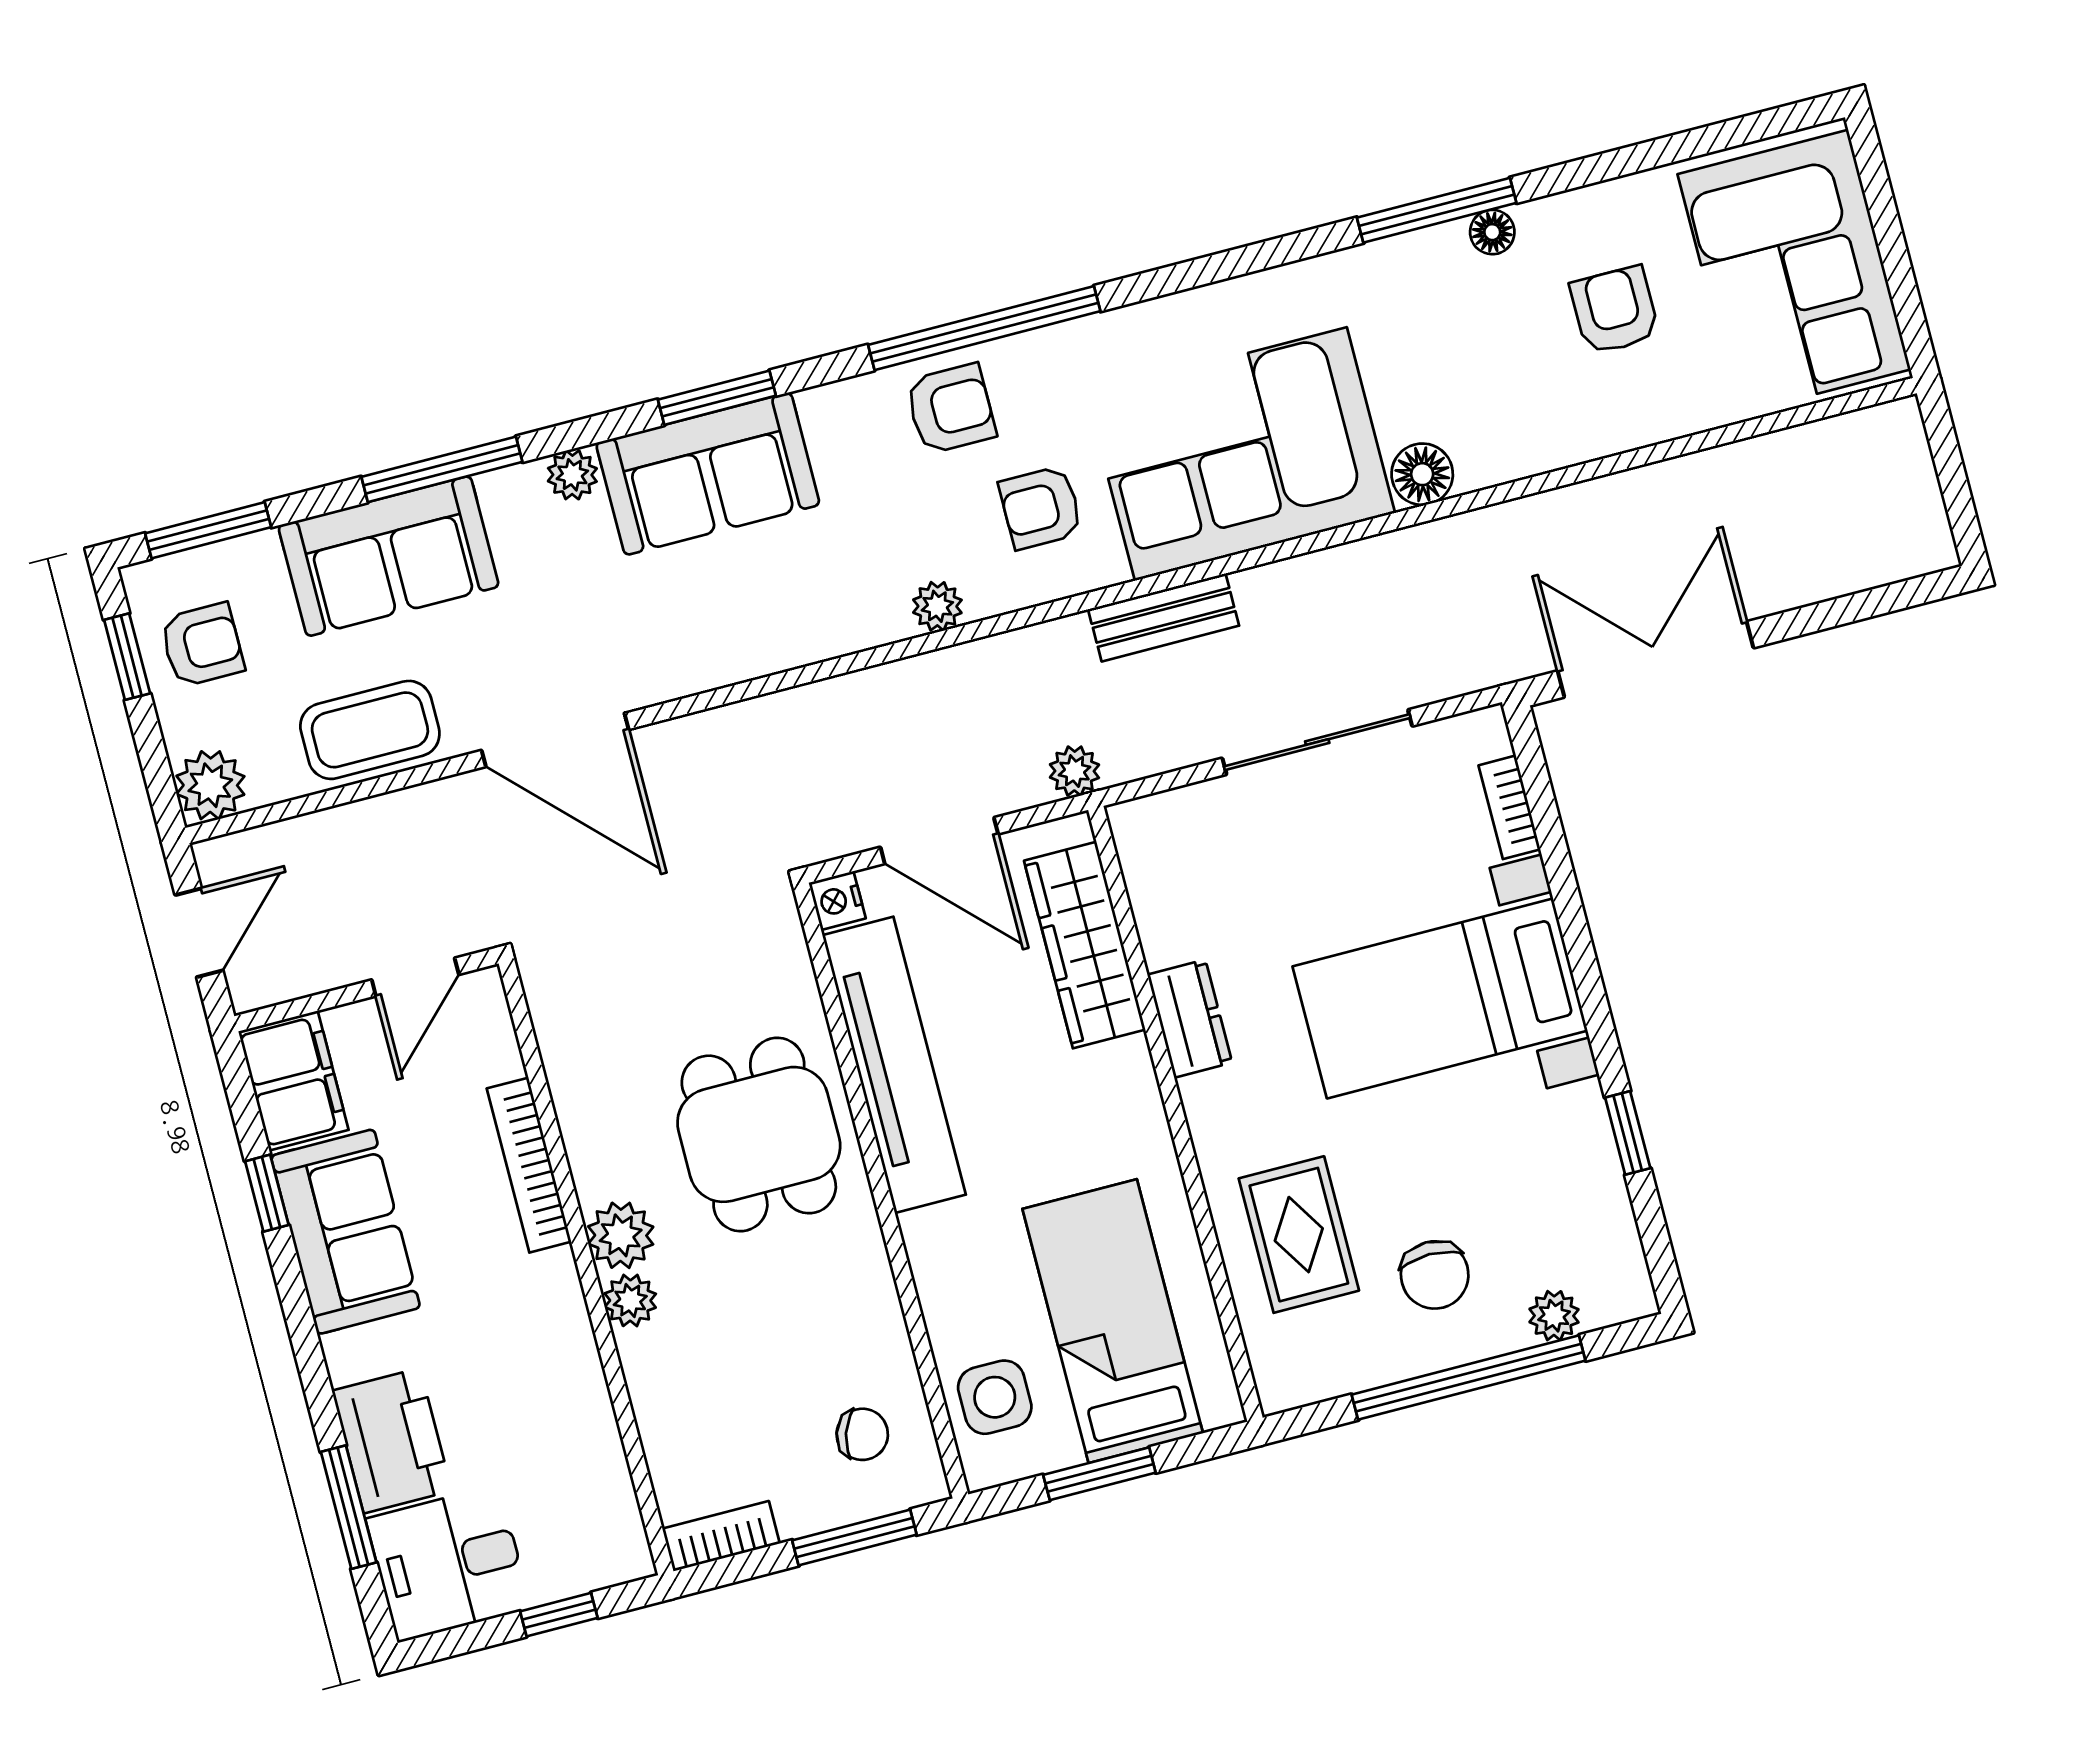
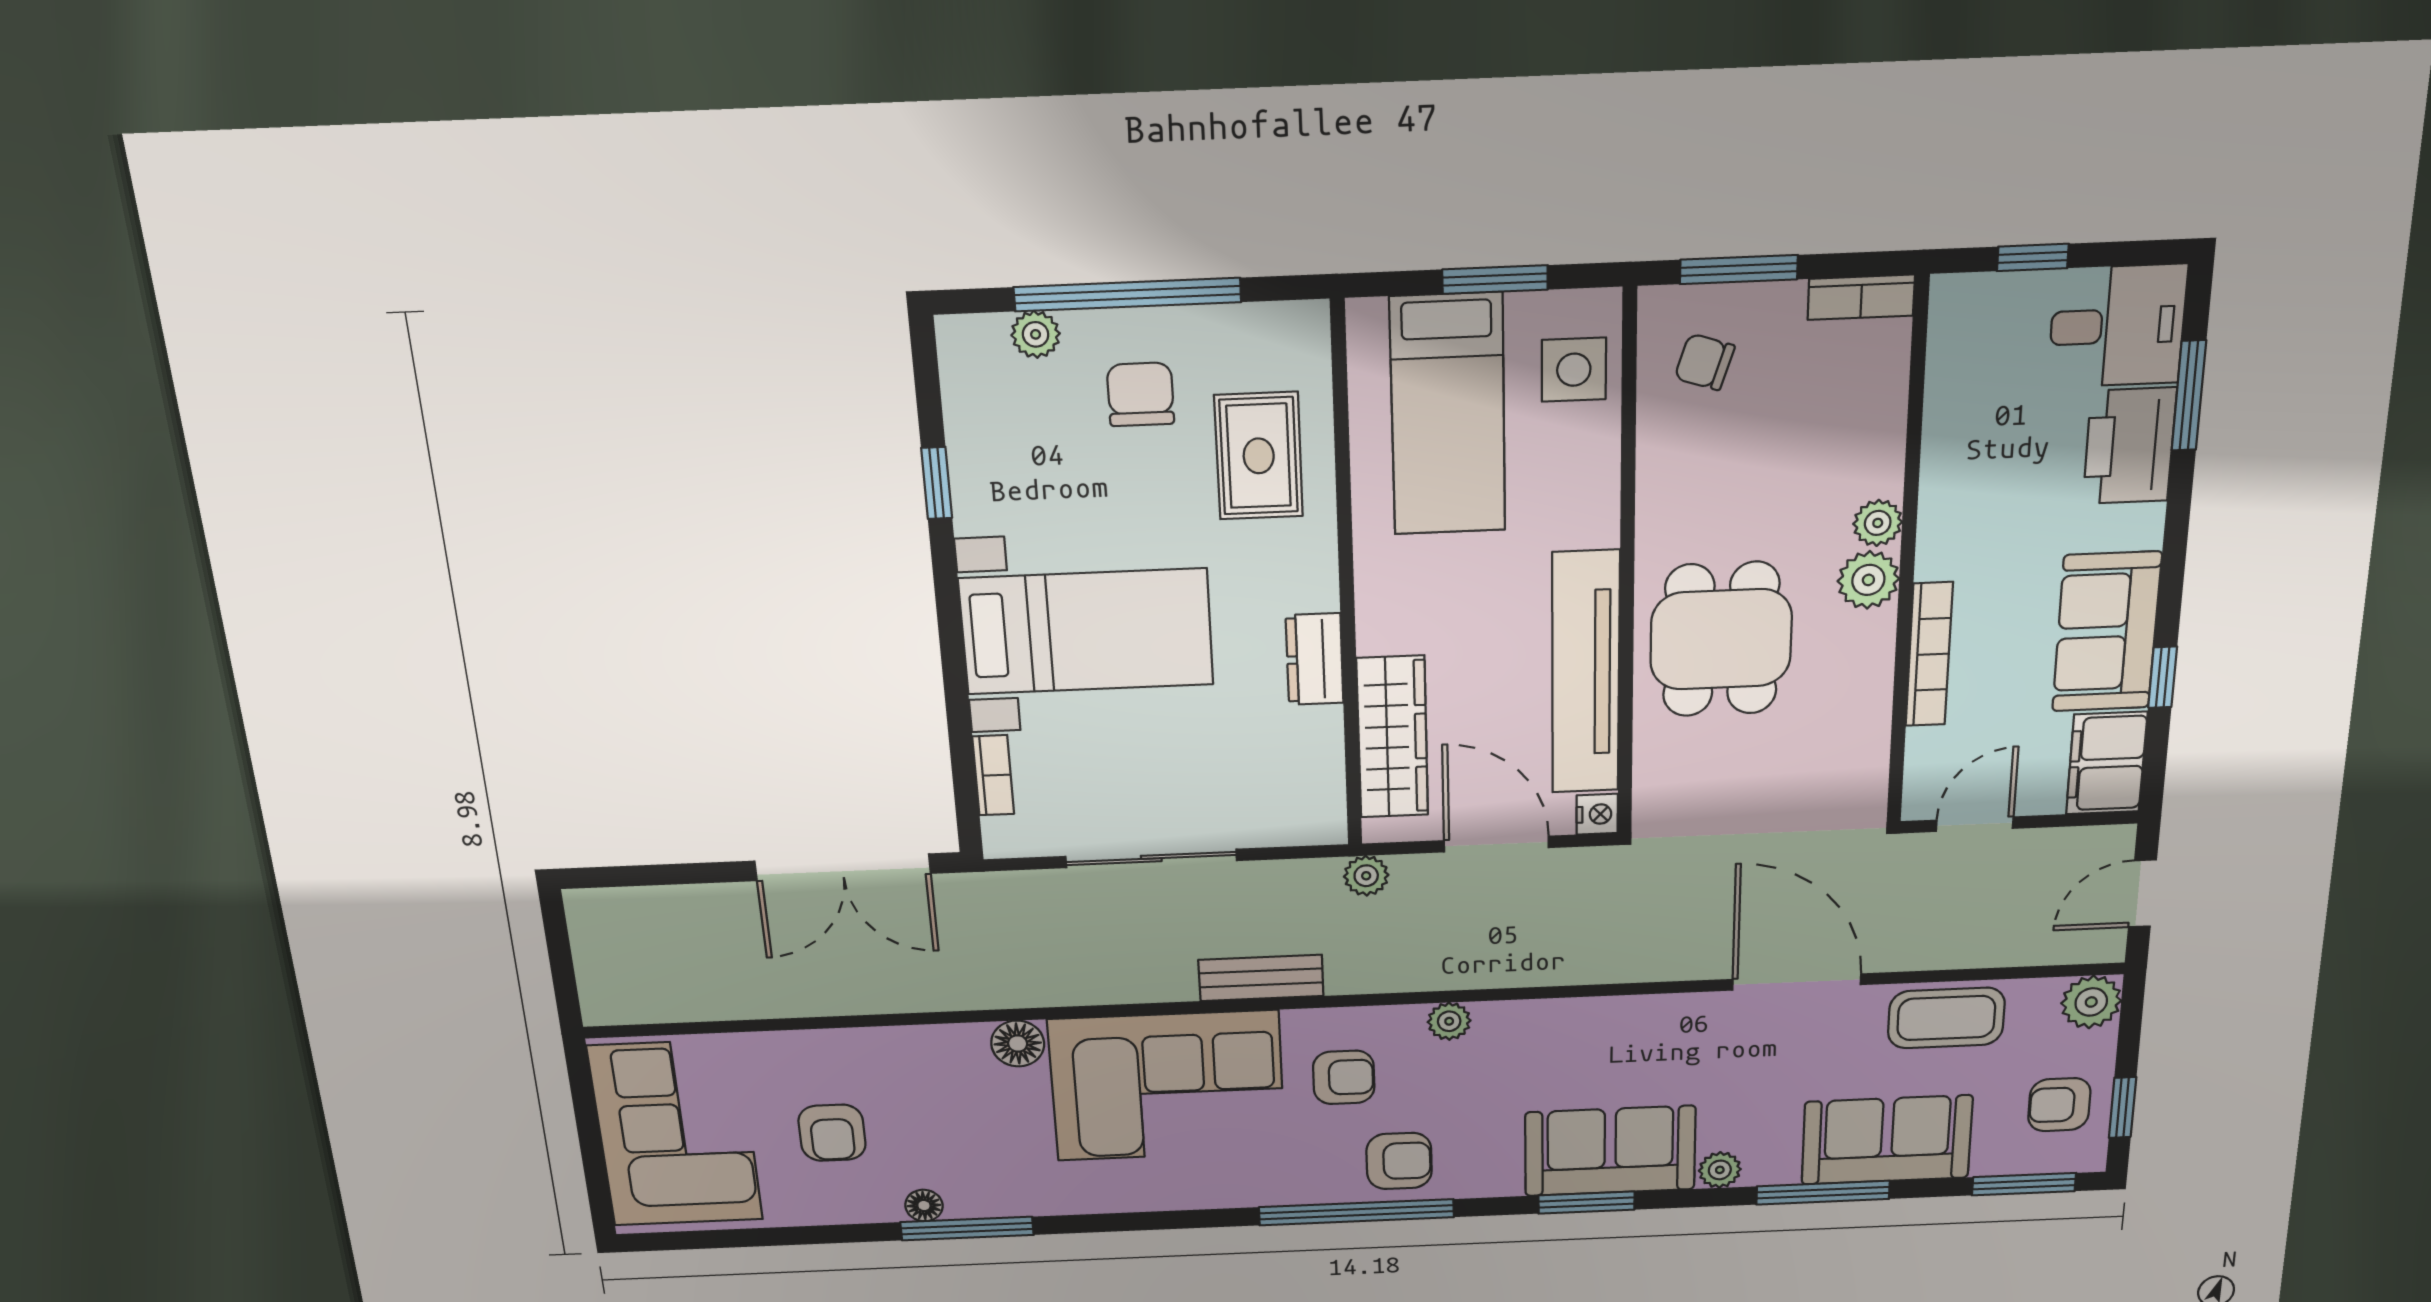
armchair: (951, 409) -> (1399, 1161), turned 180

